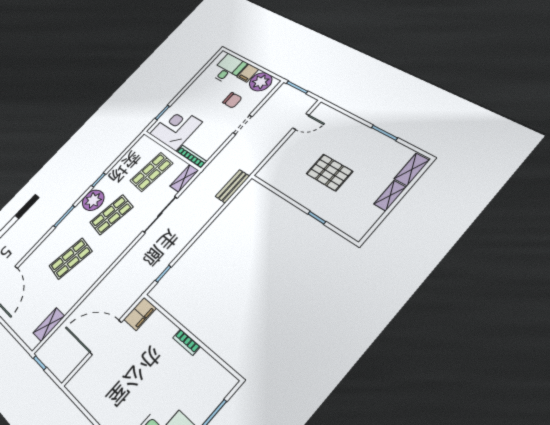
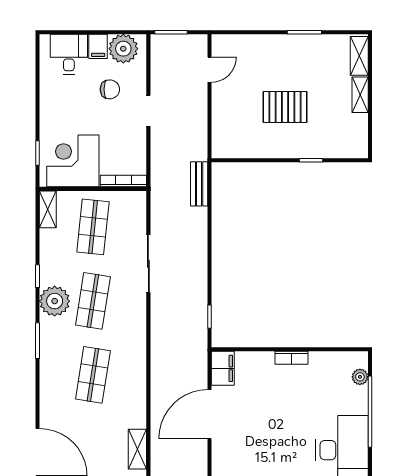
shelving: (184, 178) -> (48, 209), moved
plant: (218, 395) -> (360, 377), added

